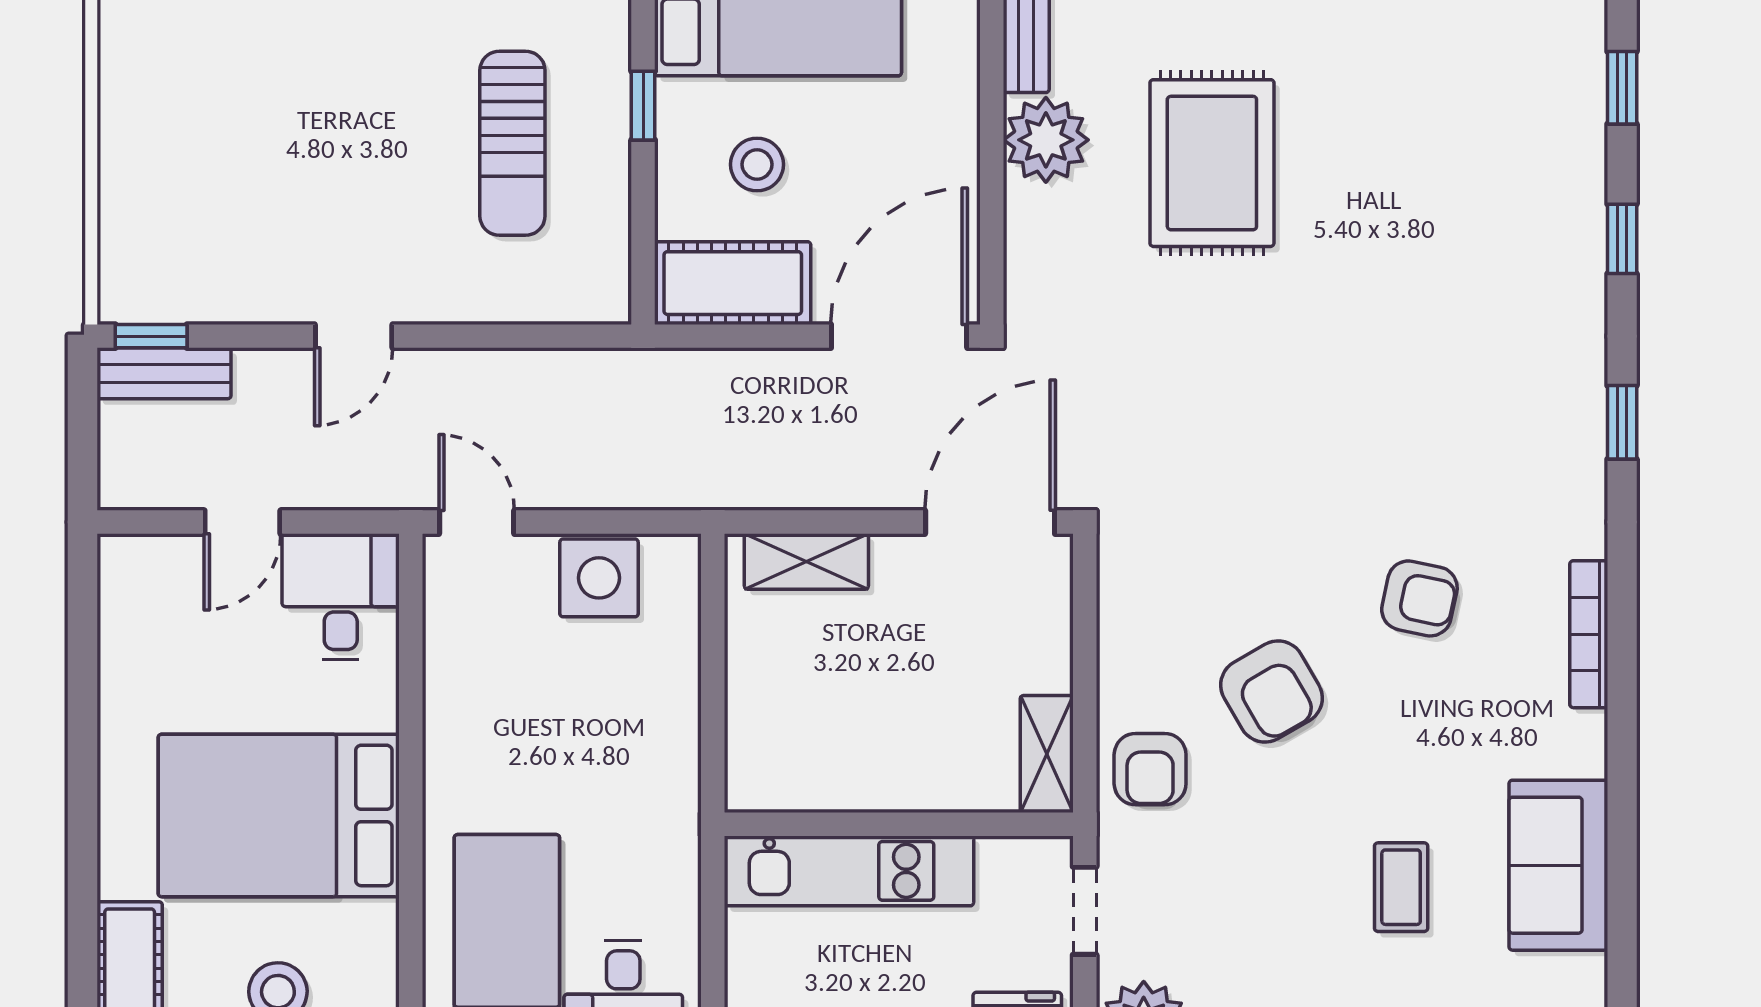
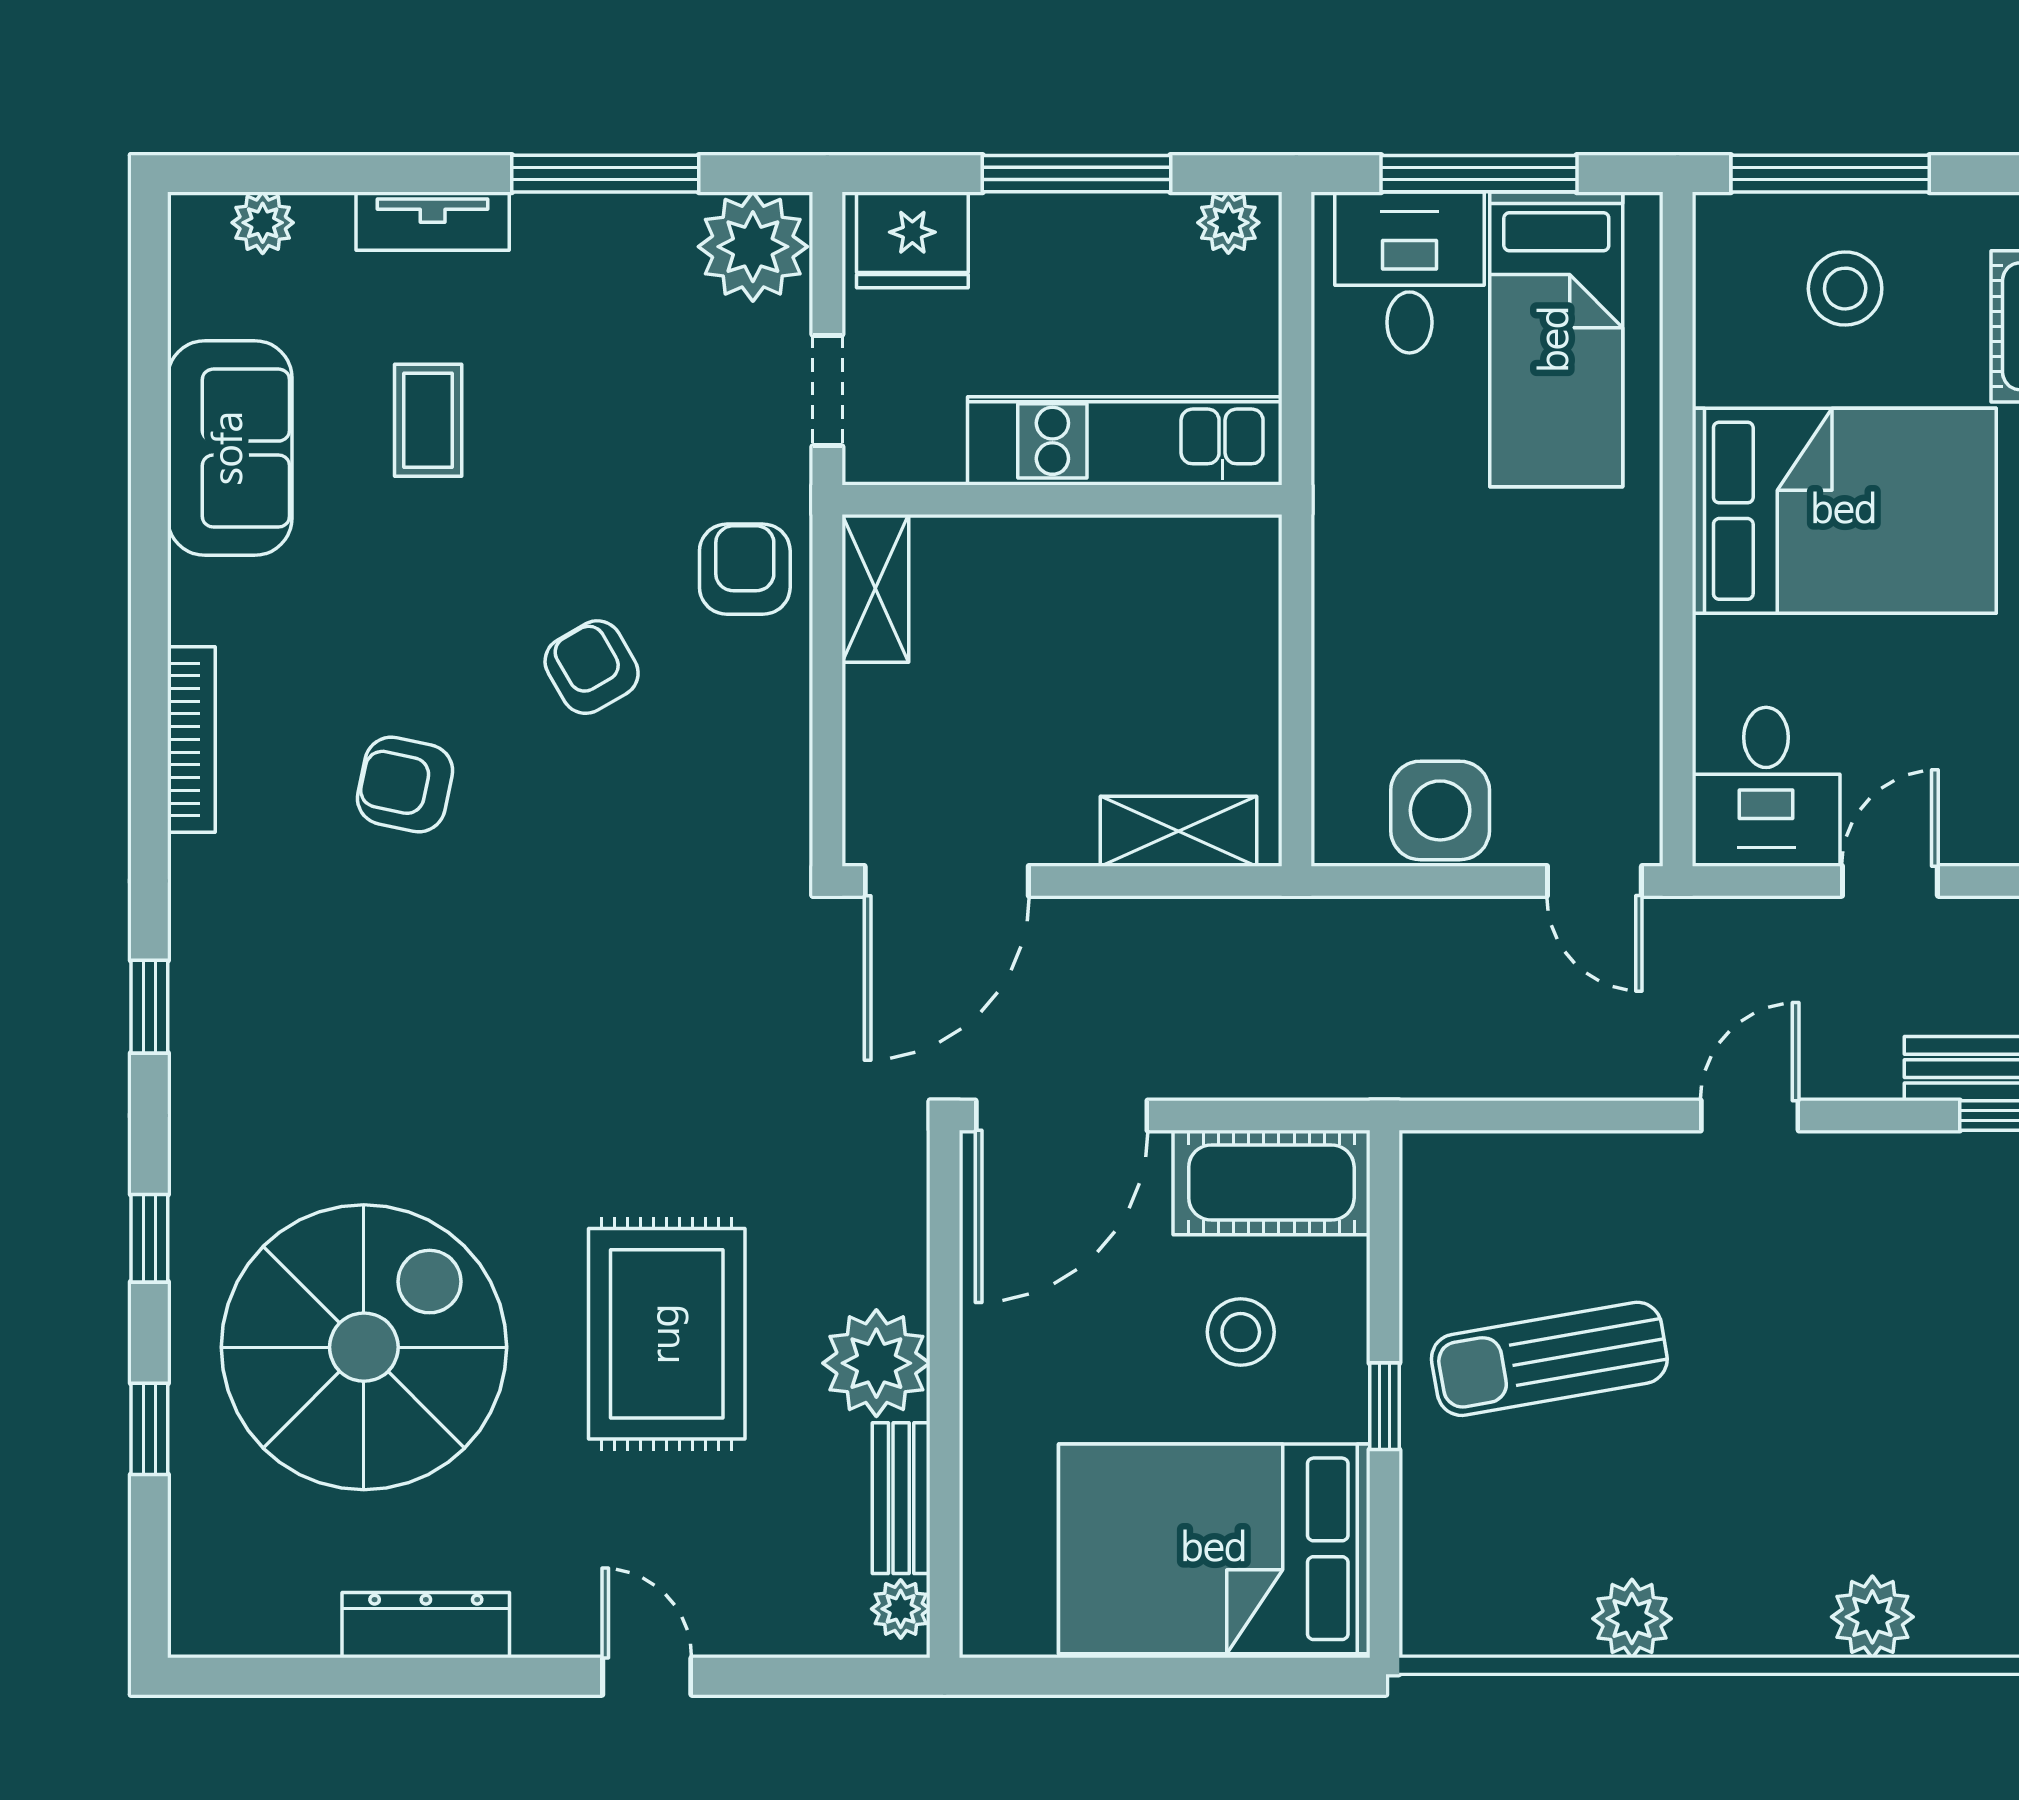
sun lounger: (512, 143) -> (1549, 1359), turned -100
spiral stairs: (1452, 152) -> (364, 1347), added
armchair: (1272, 692) -> (592, 667), width x0.72, depth x0.72

